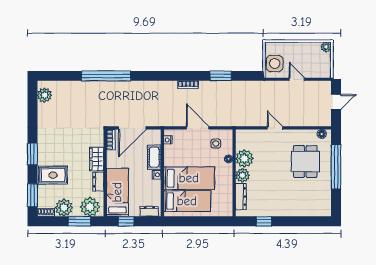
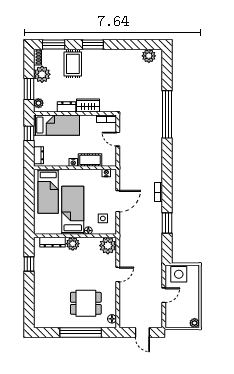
door: (132, 128) -> (118, 139), width x0.53
plant: (244, 158) -> (108, 246), moved
bed: (189, 178) -> (73, 210), moved, turned 180
plant: (90, 207) -> (38, 103), width x0.53, depth x0.53

